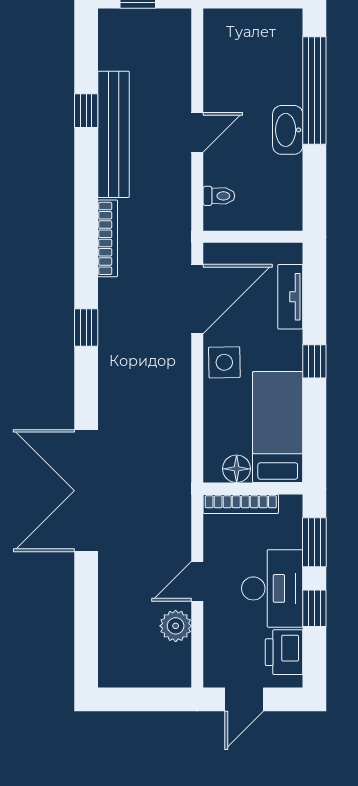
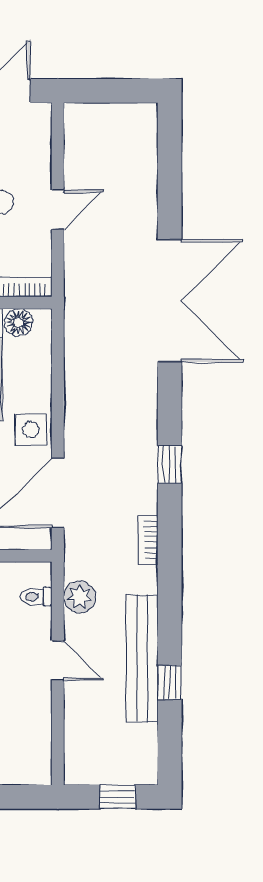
door: (197, 132) -> (58, 660), swing flipped
bookcase: (108, 238) -> (148, 540), width x0.64
plant: (176, 626) -> (80, 597), moved

